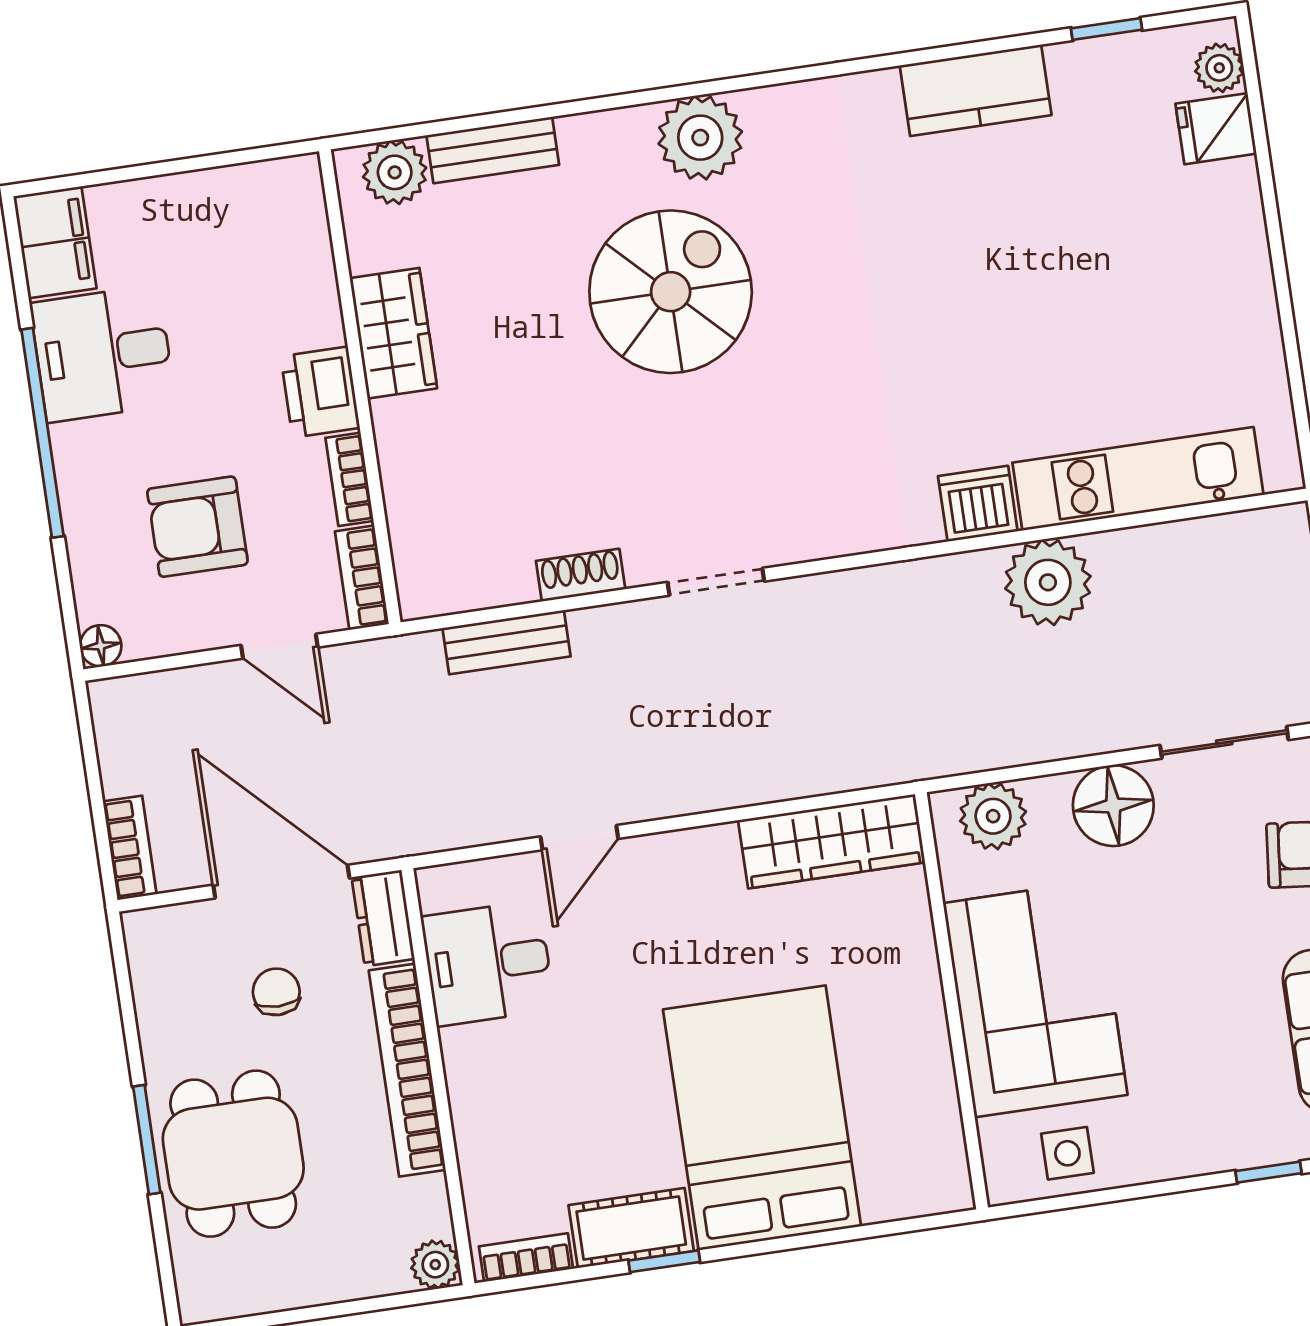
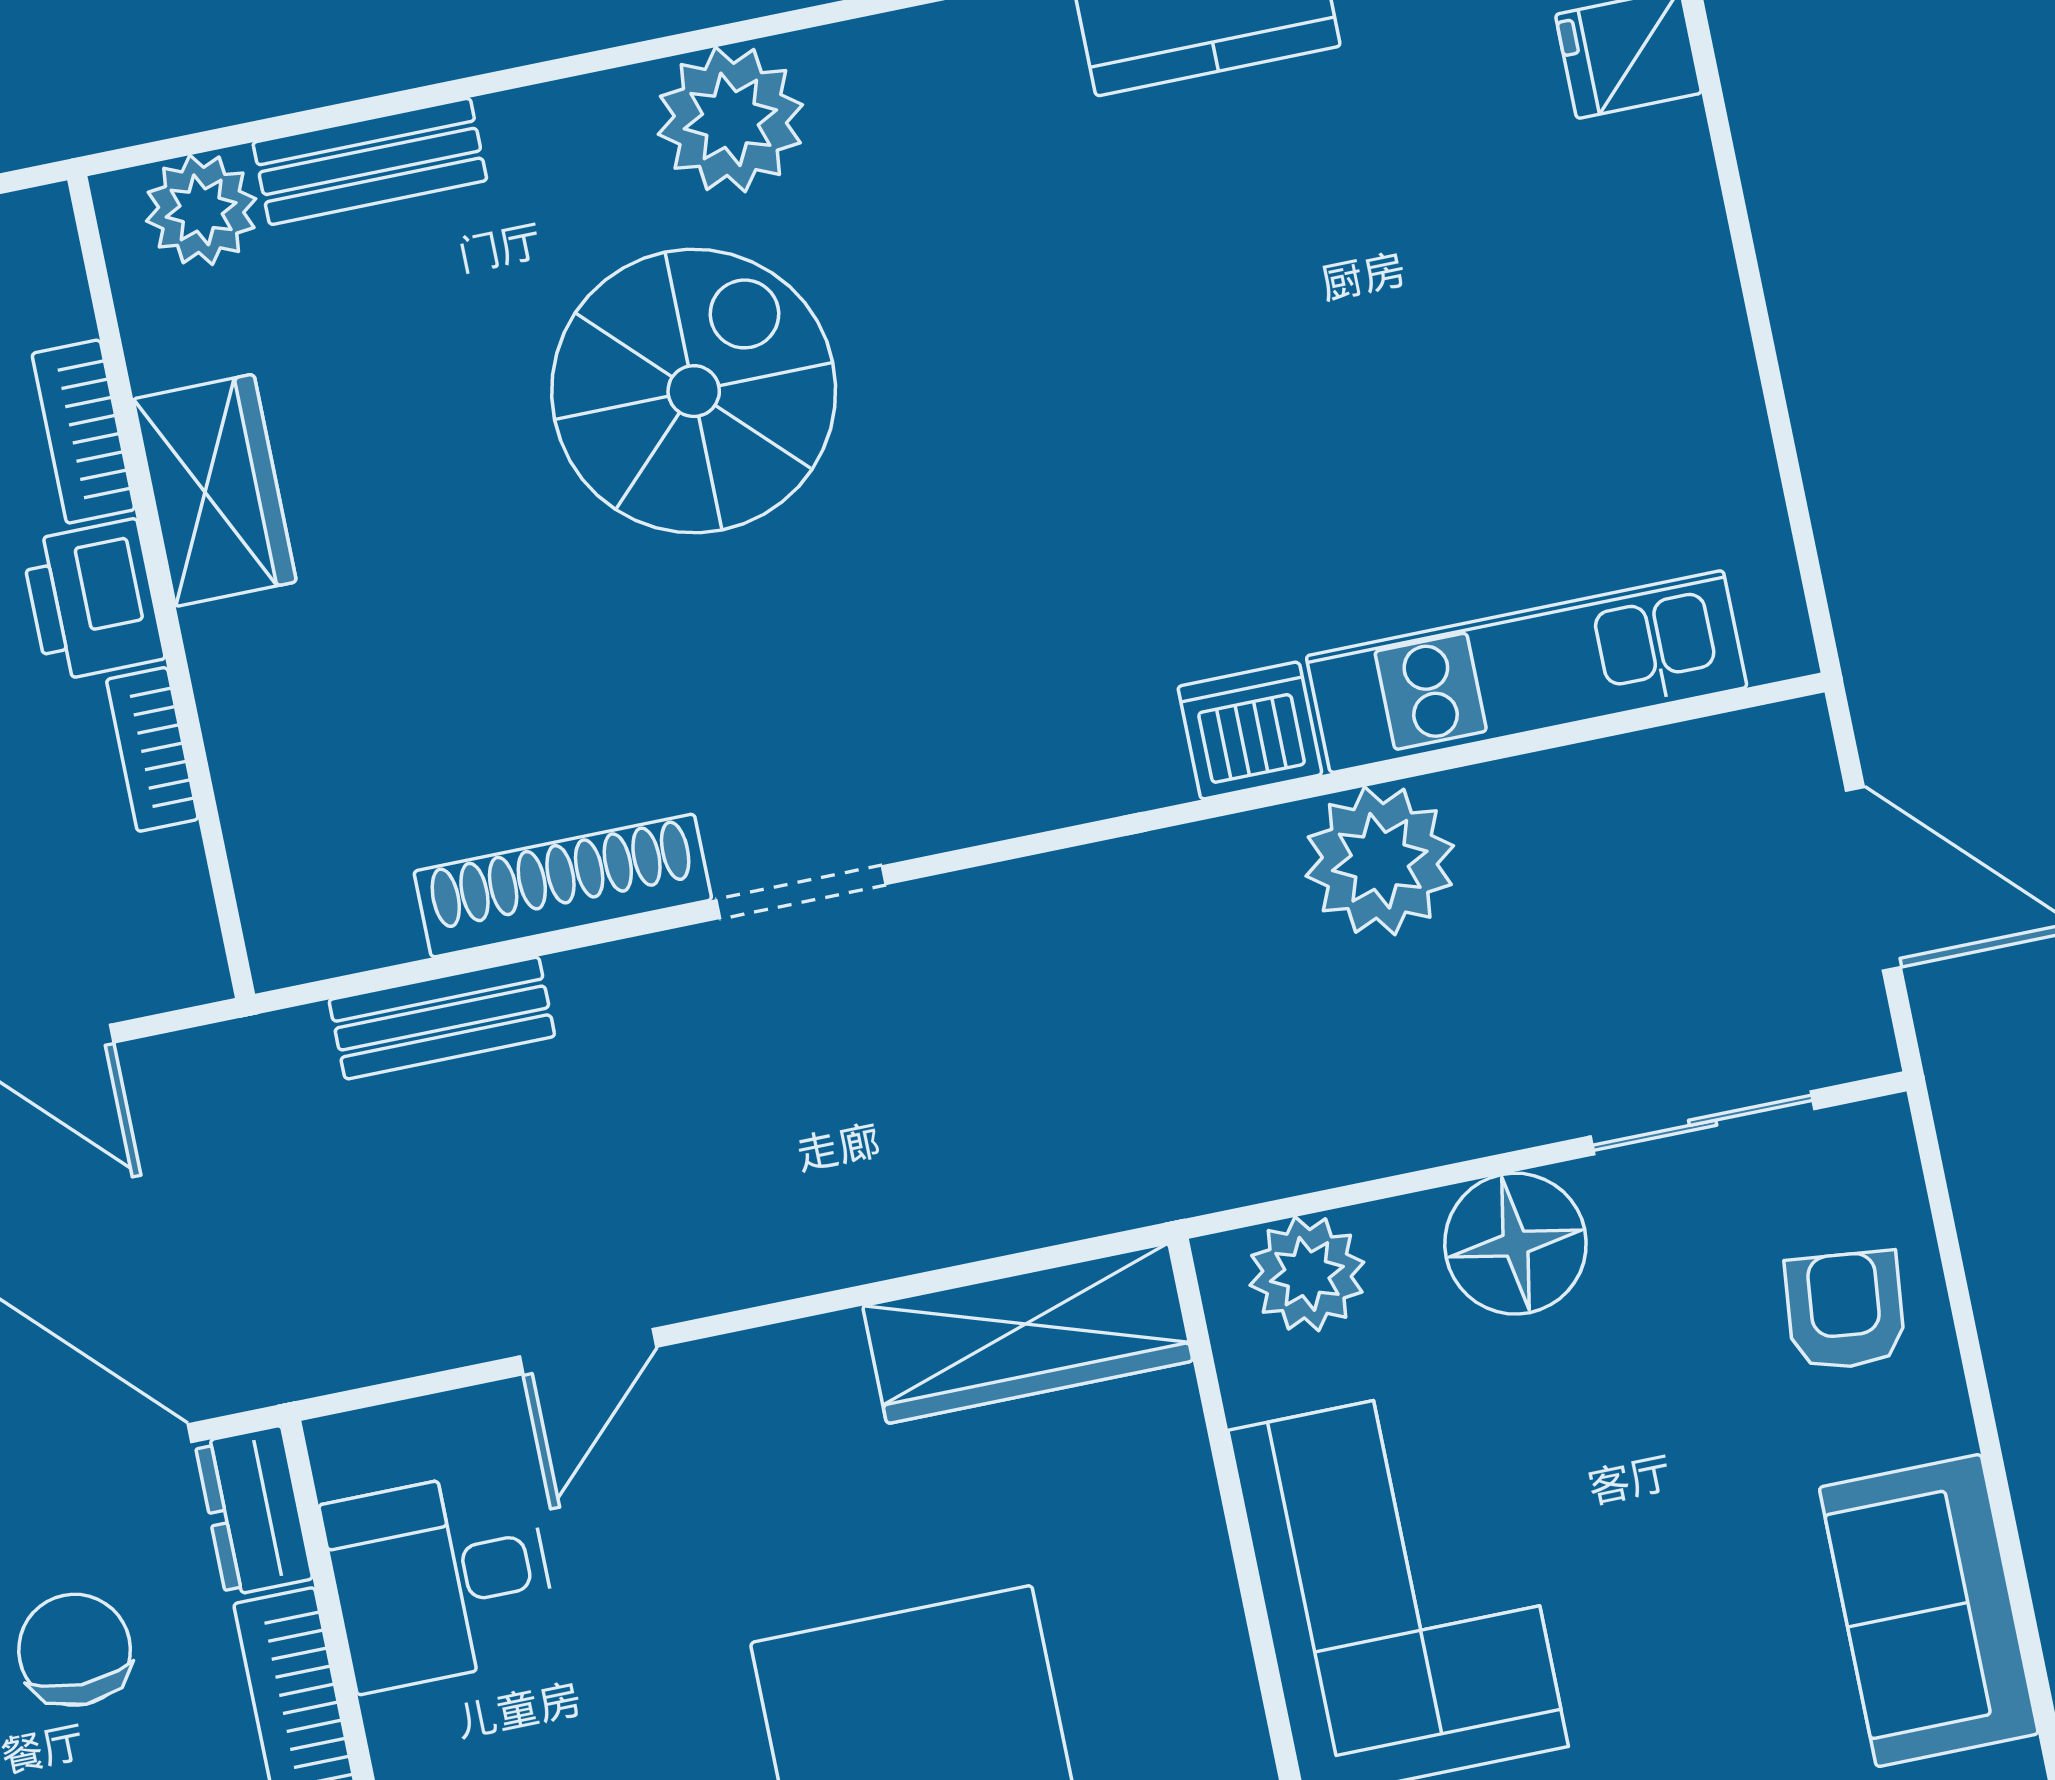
shoe rack: (581, 575) -> (563, 886), width x1.94, depth x1.24
bookcase: (362, 578) -> (83, 432), moved
chair: (276, 992) -> (75, 1650), width x1.37, depth x1.37

